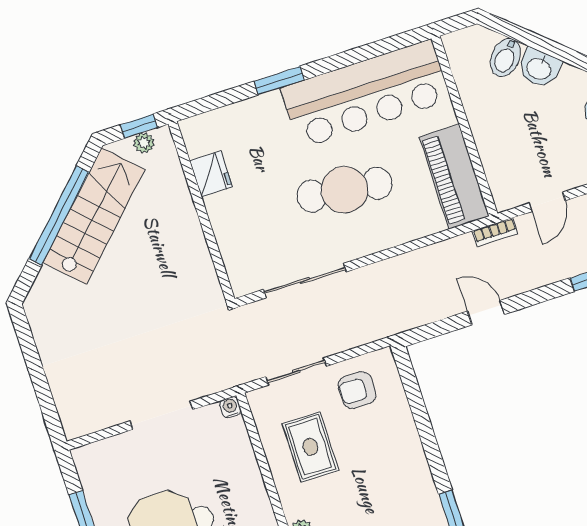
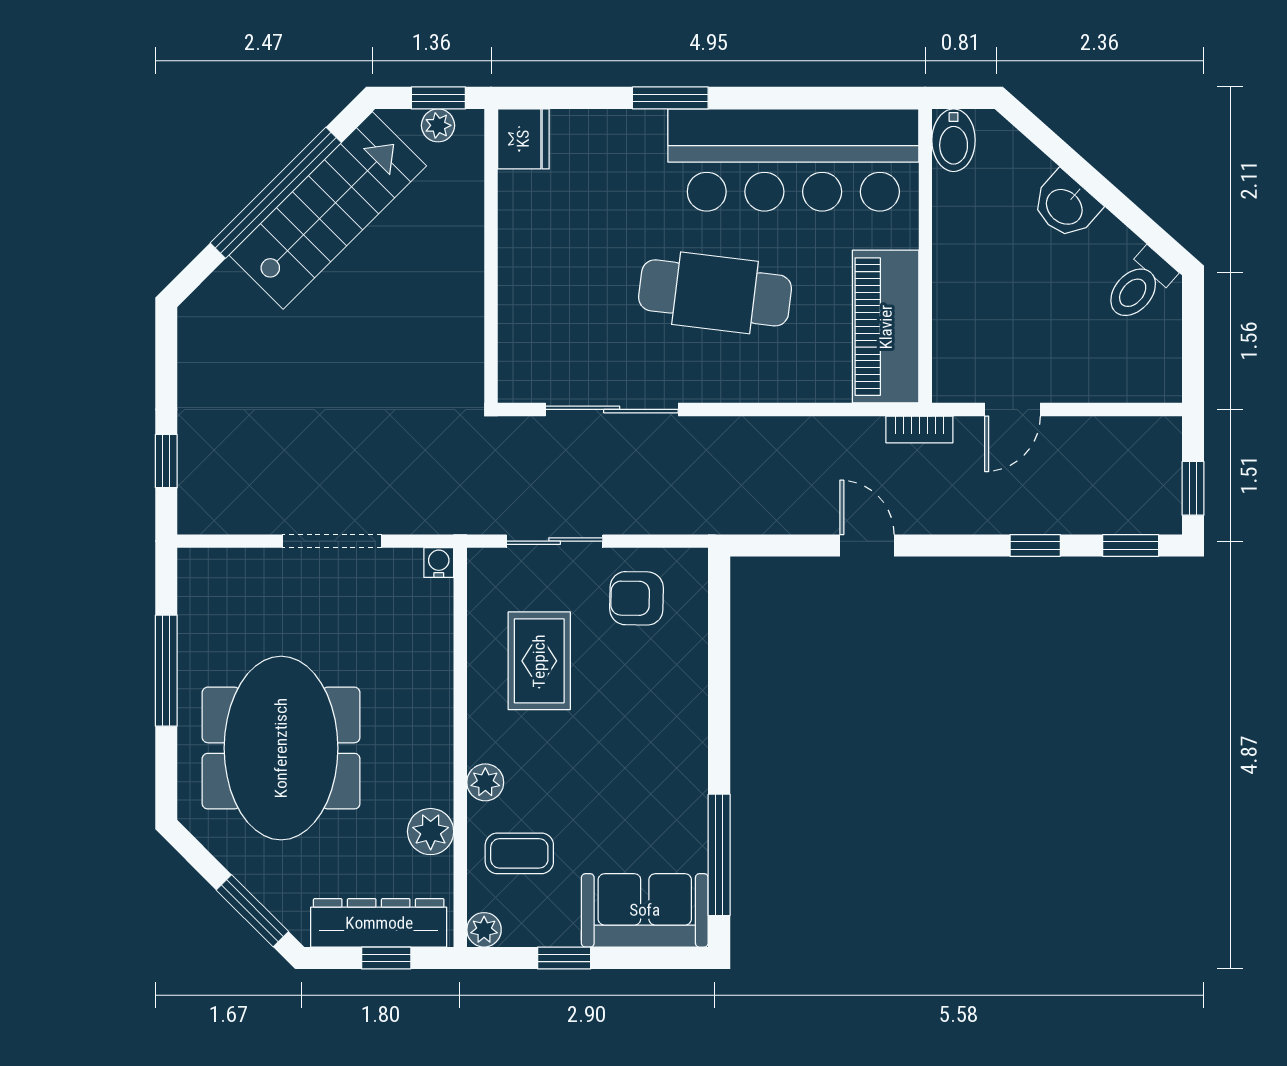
bidet: (505, 57) -> (954, 140), moved, turned -42
fridge: (211, 174) -> (523, 139), moved
window: (45, 399) -> (166, 461), added

